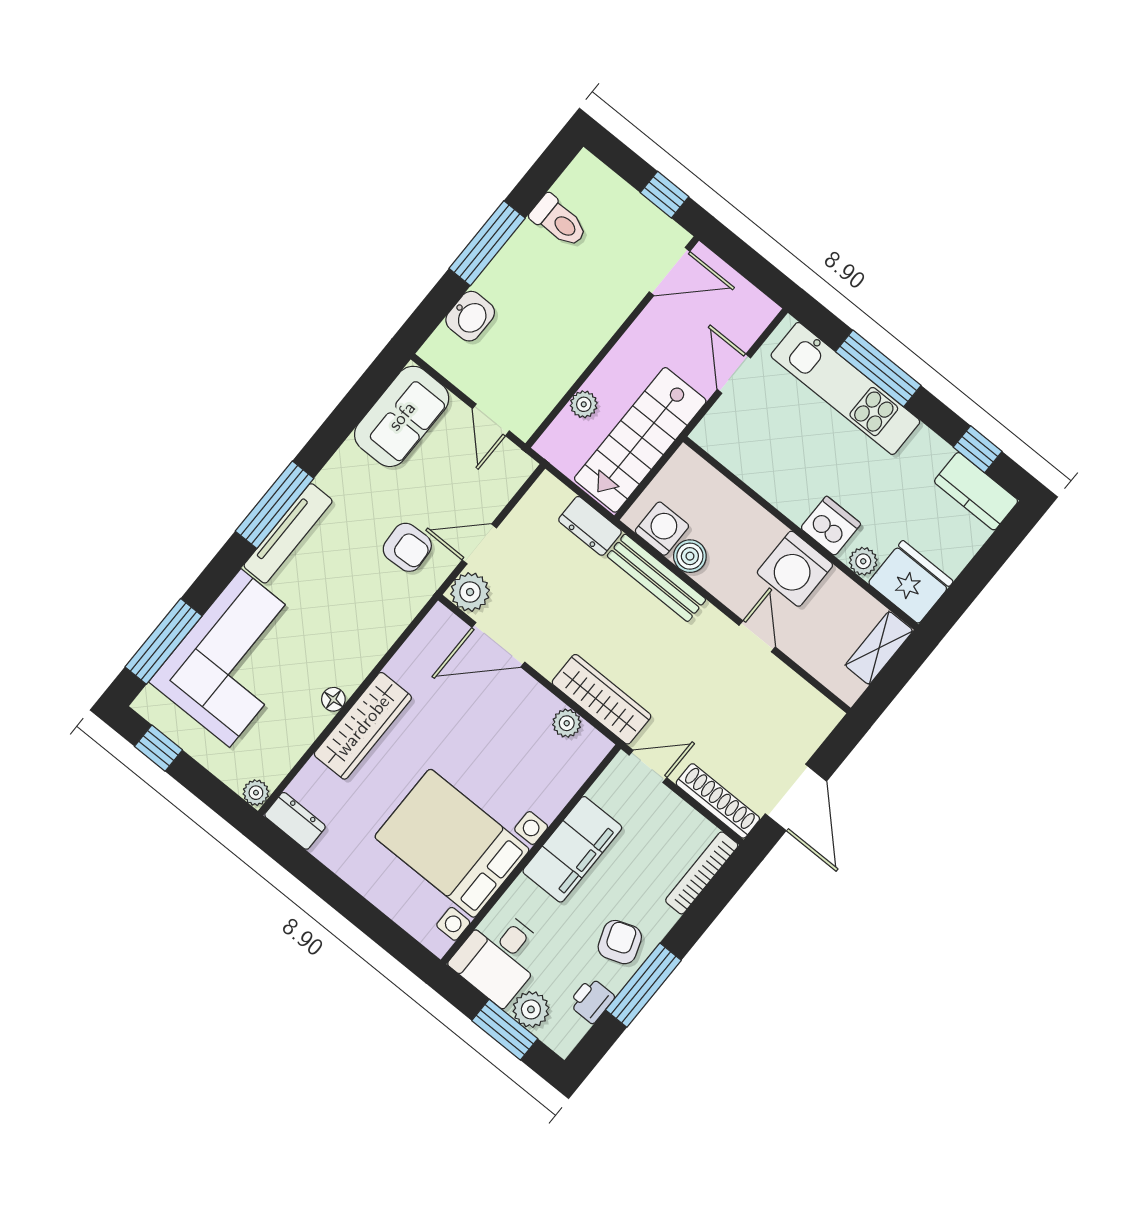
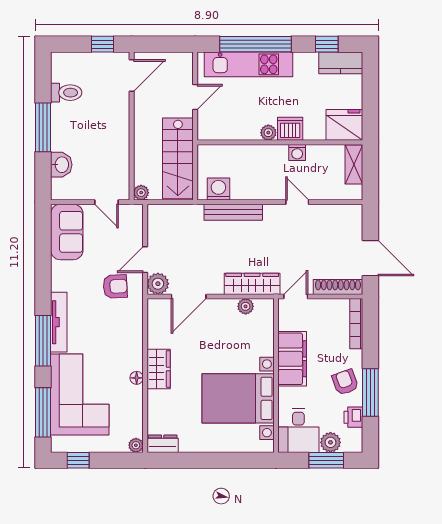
window: (878, 368) -> (256, 44), width x1.46
door: (734, 374) -> (195, 97), swing flipped
plant: (584, 404) -> (141, 193), moved
window: (275, 505) -> (43, 341), moved
dresser: (590, 526) -> (186, 213), removed
boiler: (690, 556) -> (240, 191), removed
plant: (863, 561) -> (268, 133), moved
washing machine: (795, 569) -> (297, 153), width x0.53, depth x0.53
wardrobe: (363, 726) -> (159, 369), width x0.67

